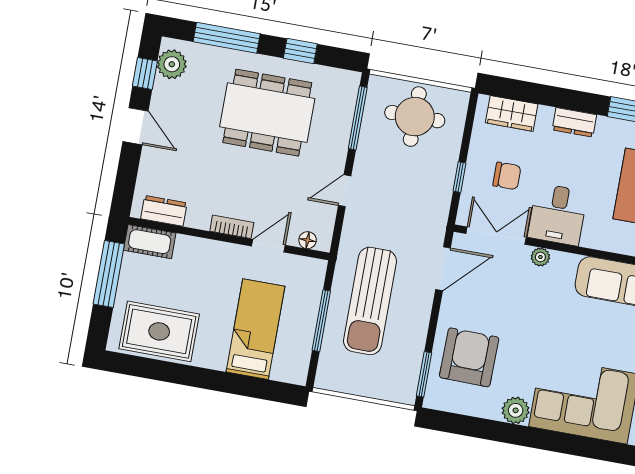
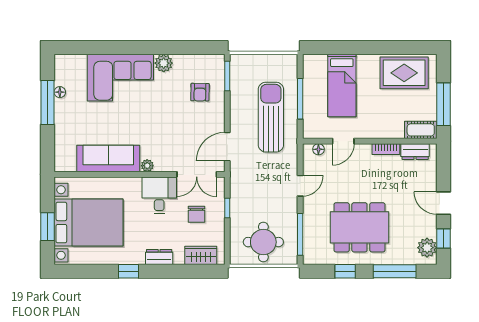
chair: (507, 176) -> (197, 214), turned -90
bookcase: (232, 227) -> (386, 149), moved
plant: (540, 257) -> (147, 166), moved
armchair: (469, 357) -> (200, 92), width x0.53, depth x0.53

